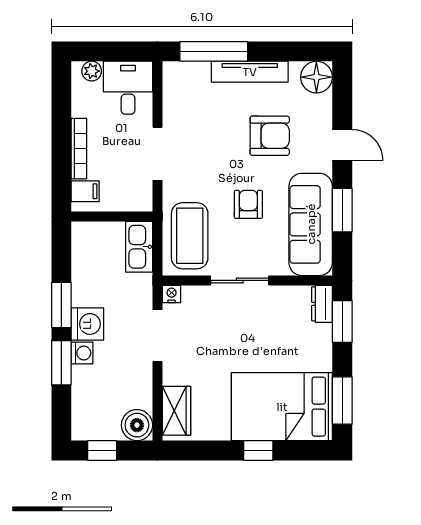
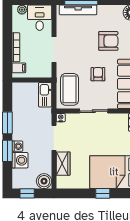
tv unit: (250, 72) -> (78, 10), moved
washing machine: (87, 324) -> (20, 160), moved
wardrobe: (176, 411) -> (63, 164), moved

